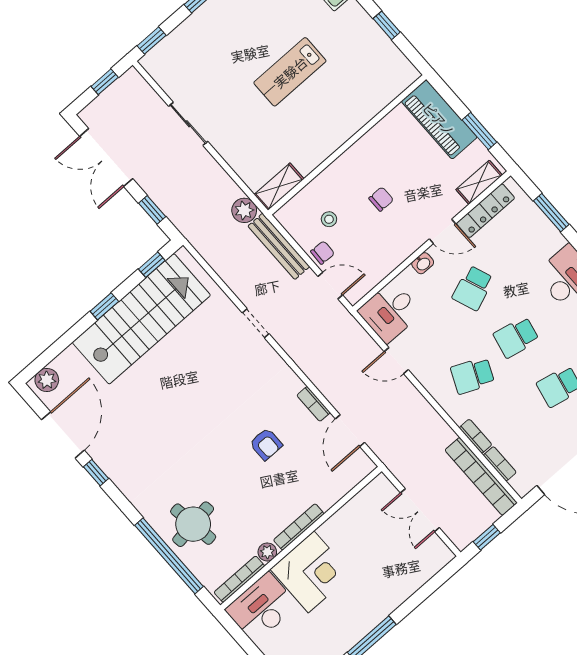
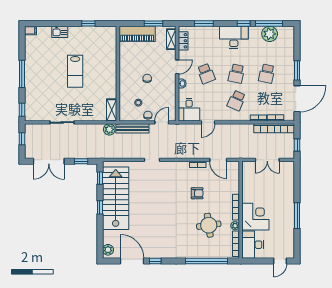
locker: (486, 211) -> (183, 41), width x0.66
round table: (193, 524) -> (209, 225), moved

